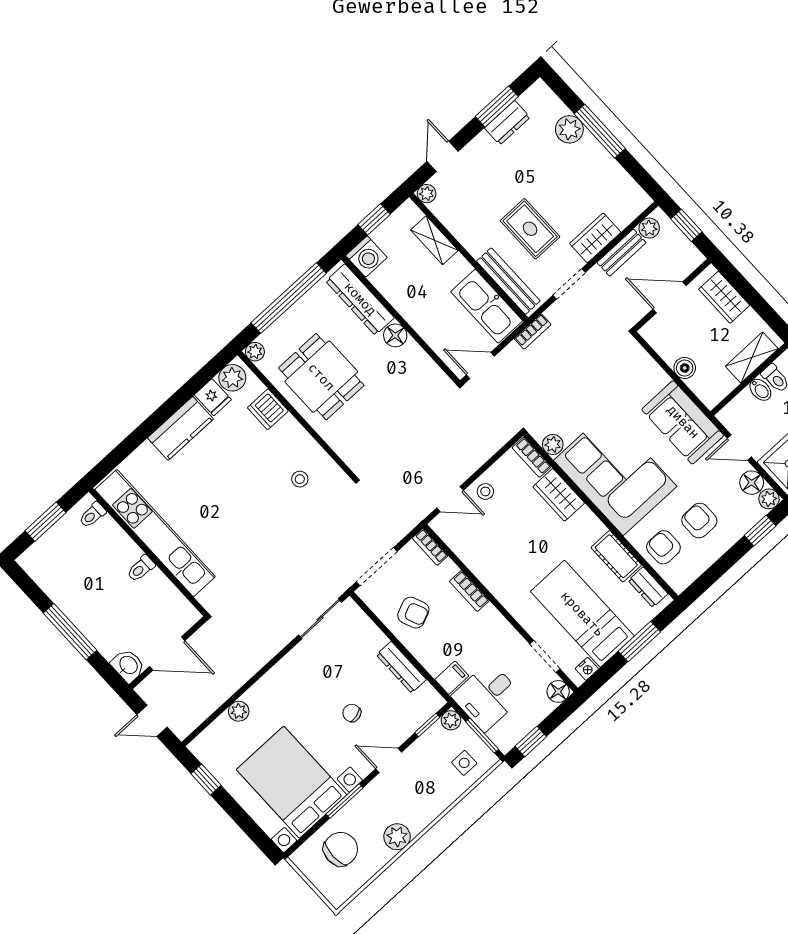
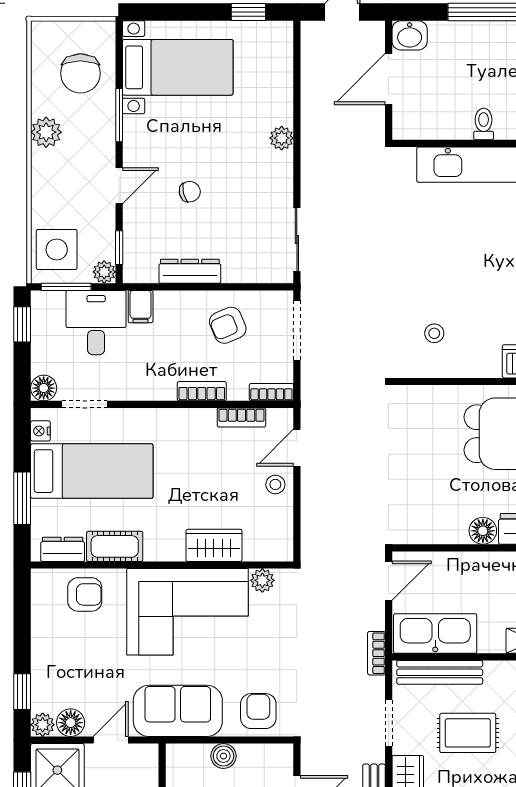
bookcase: (532, 457) -> (241, 418), moved, turned 180
armchair: (699, 521) -> (258, 711), moved, turned -90
plant: (239, 711) -> (282, 138), moved
side table: (464, 763) -> (57, 250), width x1.87, depth x1.87
bed with nightstands: (292, 782) -> (178, 67), width x0.73

